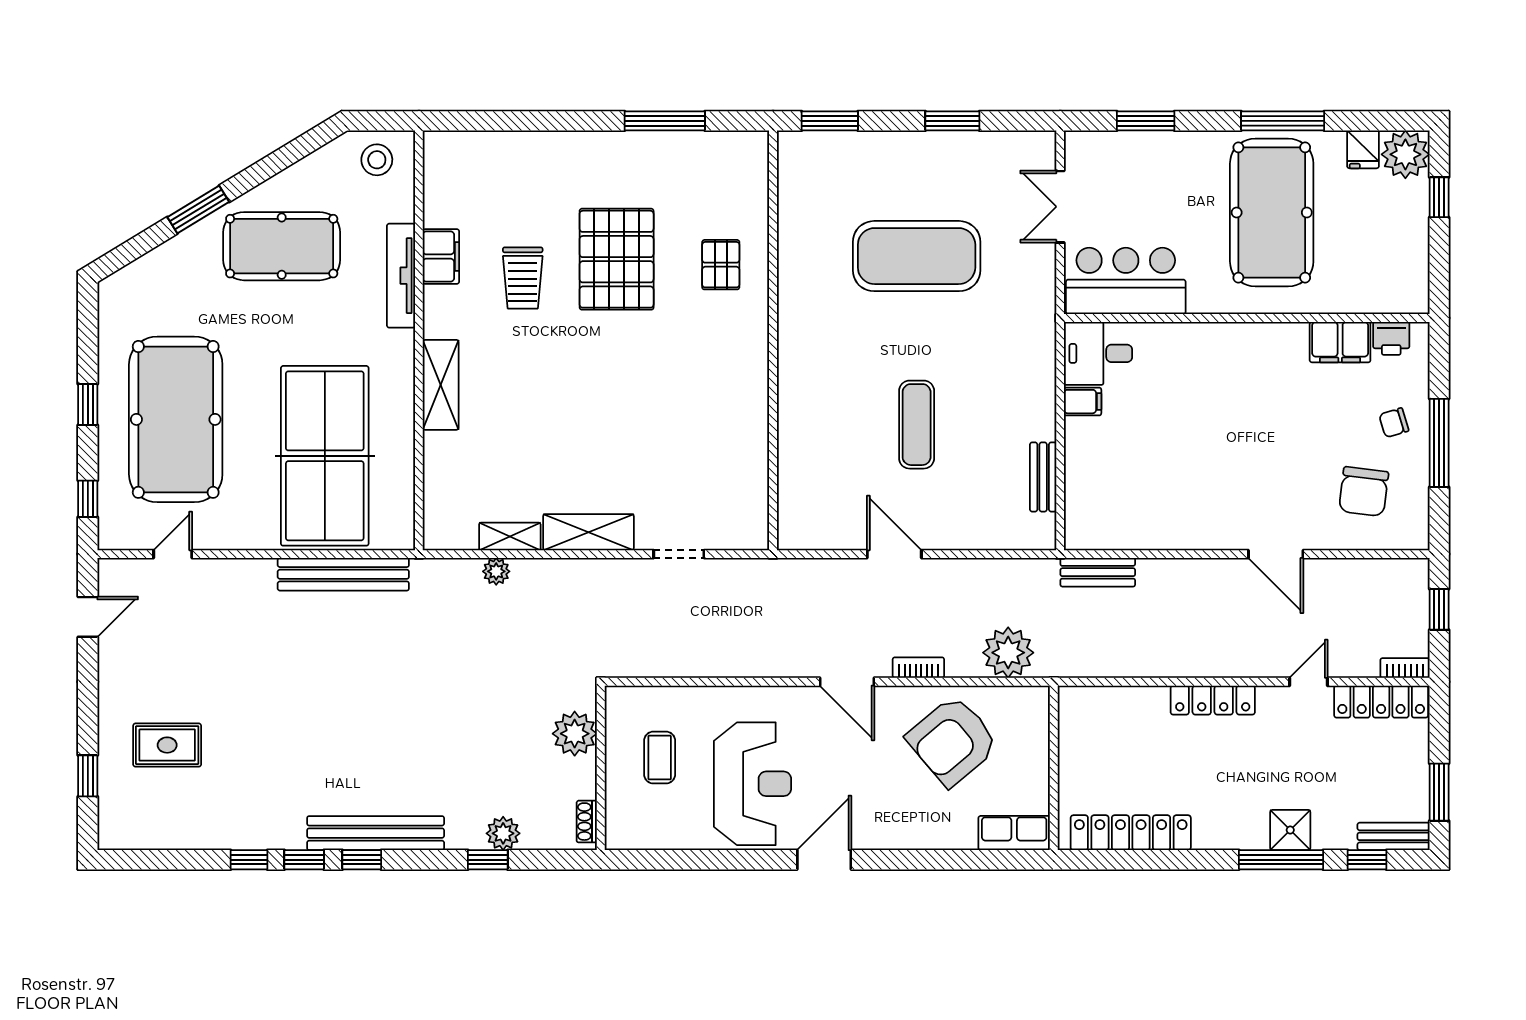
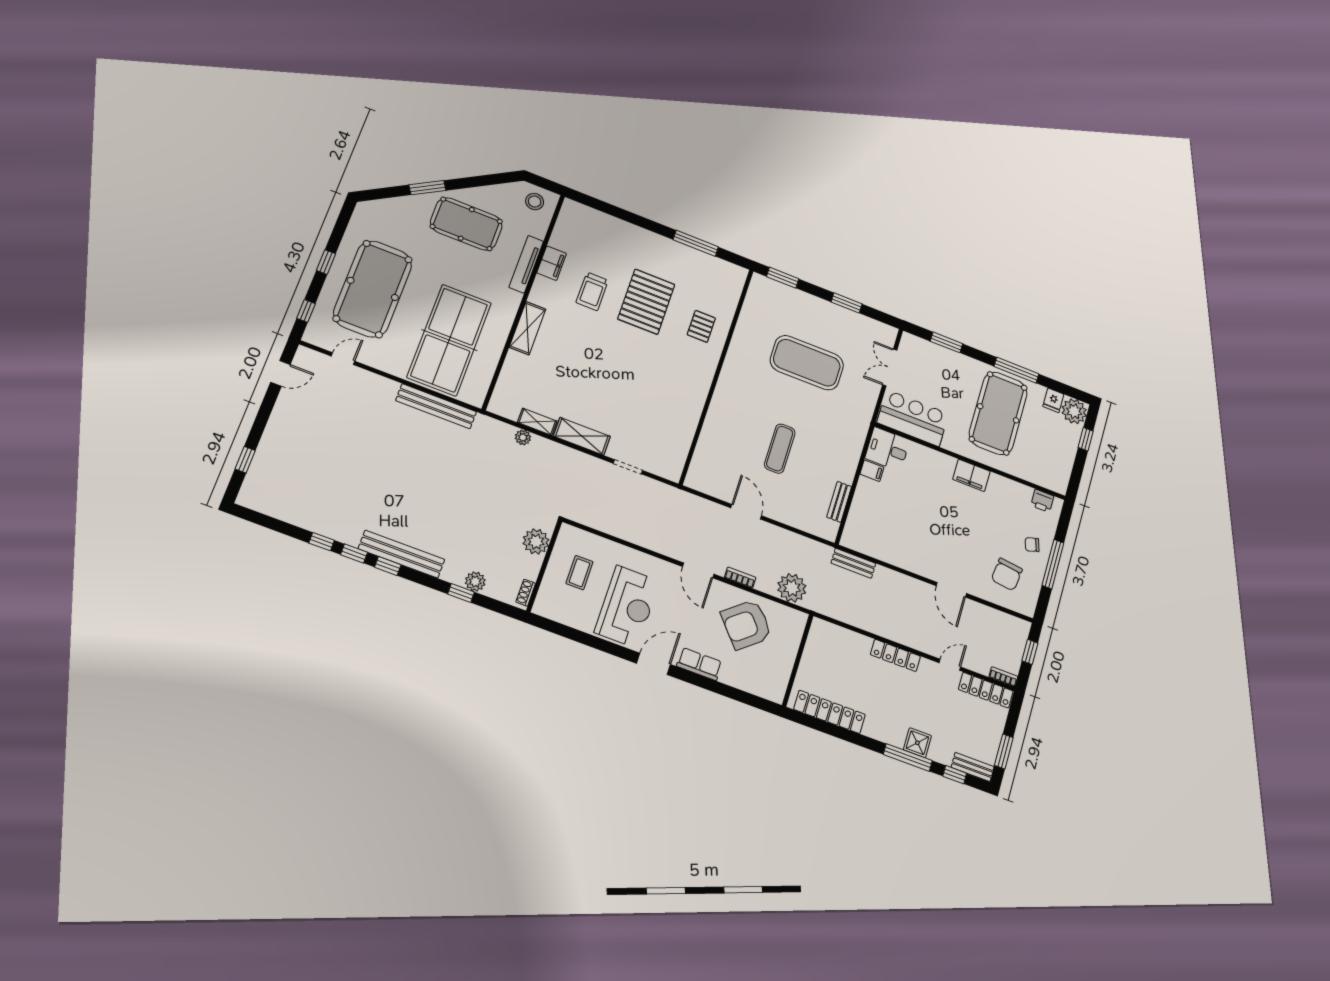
filing cabinet: (1340, 342) -> (971, 475), moved
rug: (167, 745) -> (299, 460), removed
row of seats: (1014, 833) -> (699, 664), moved

